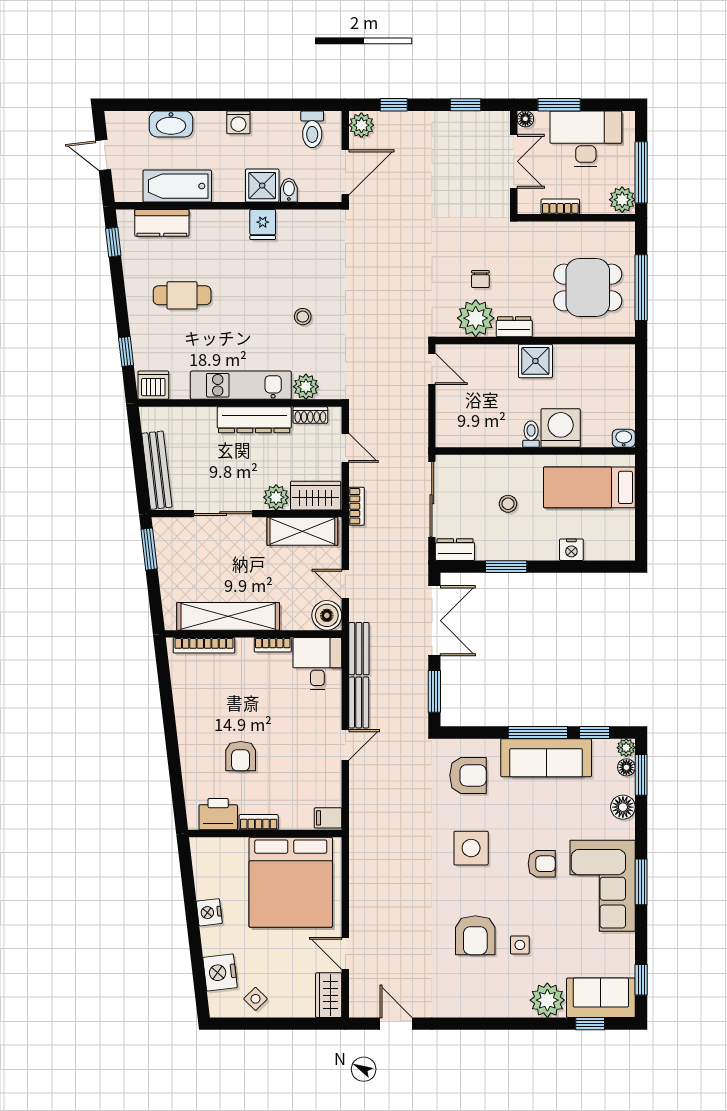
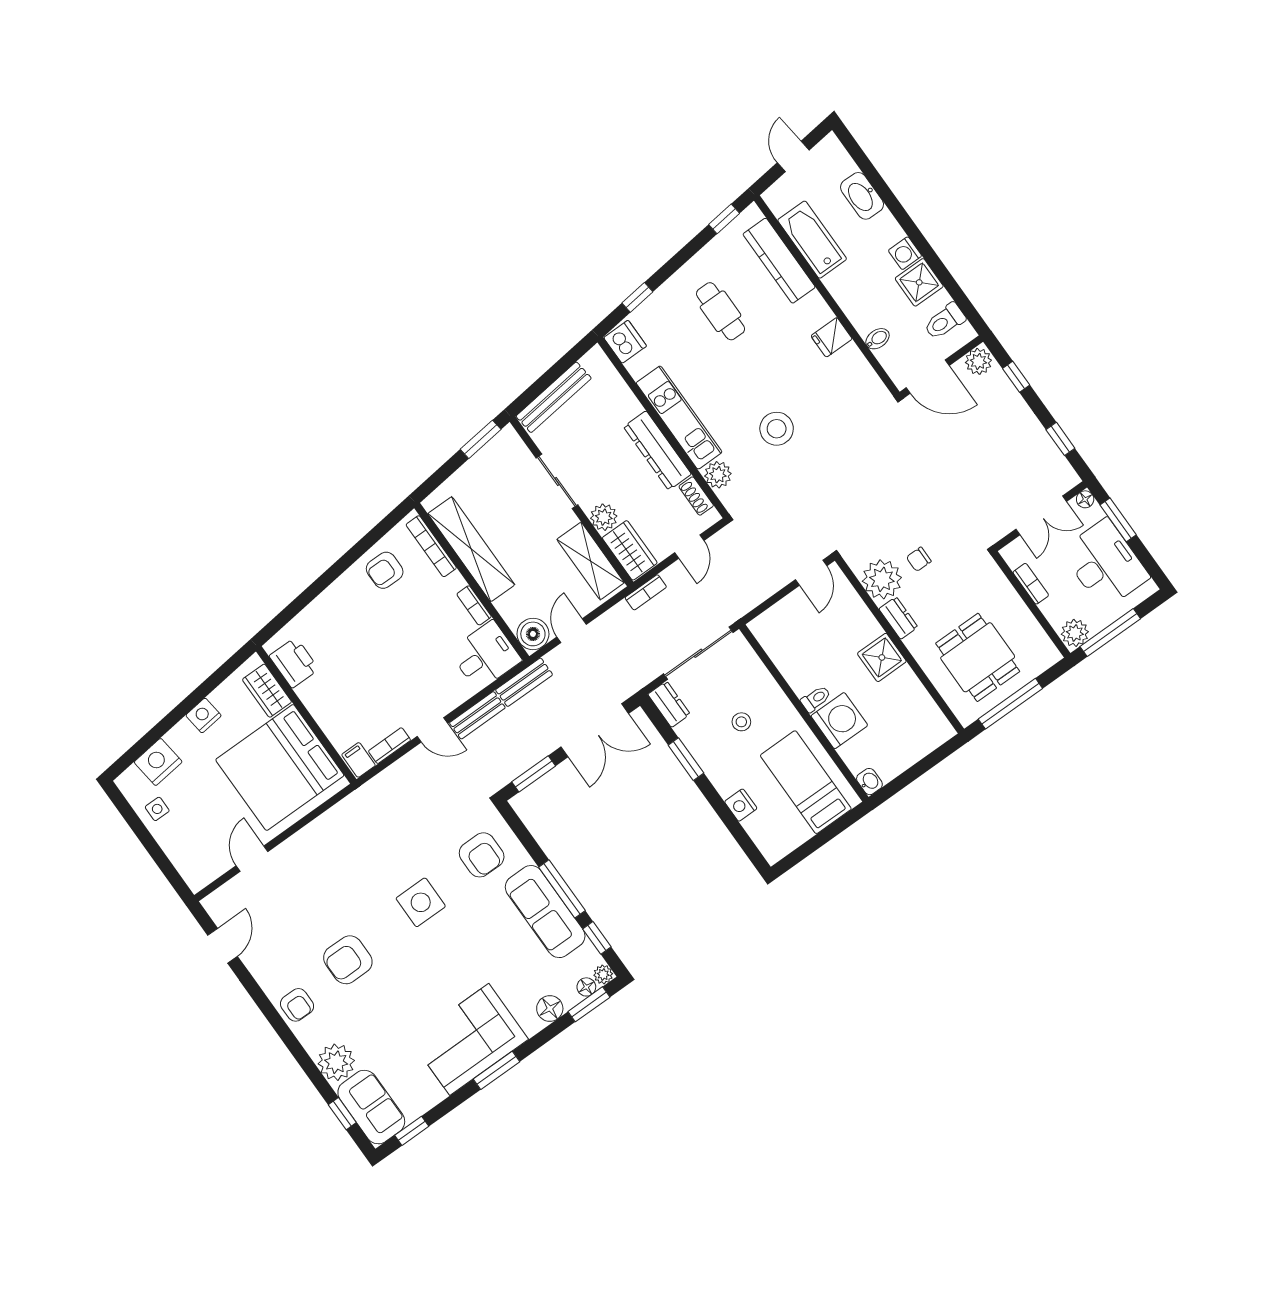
shower: (262, 186) -> (919, 282), moved
kitchen counter: (162, 223) -> (779, 261), width x1.50
stool: (303, 317) -> (777, 429), width x1.89, depth x1.89
armchair: (241, 756) -> (385, 570), moved
bookcase: (259, 822) -> (389, 746), moved, turned -90
armchair: (542, 864) -> (297, 1005), moved
side table: (520, 945) -> (367, 1004), removed
wardrobe: (329, 995) -> (267, 691), moved, turned -90
side table: (256, 999) -> (157, 809), turned 45

